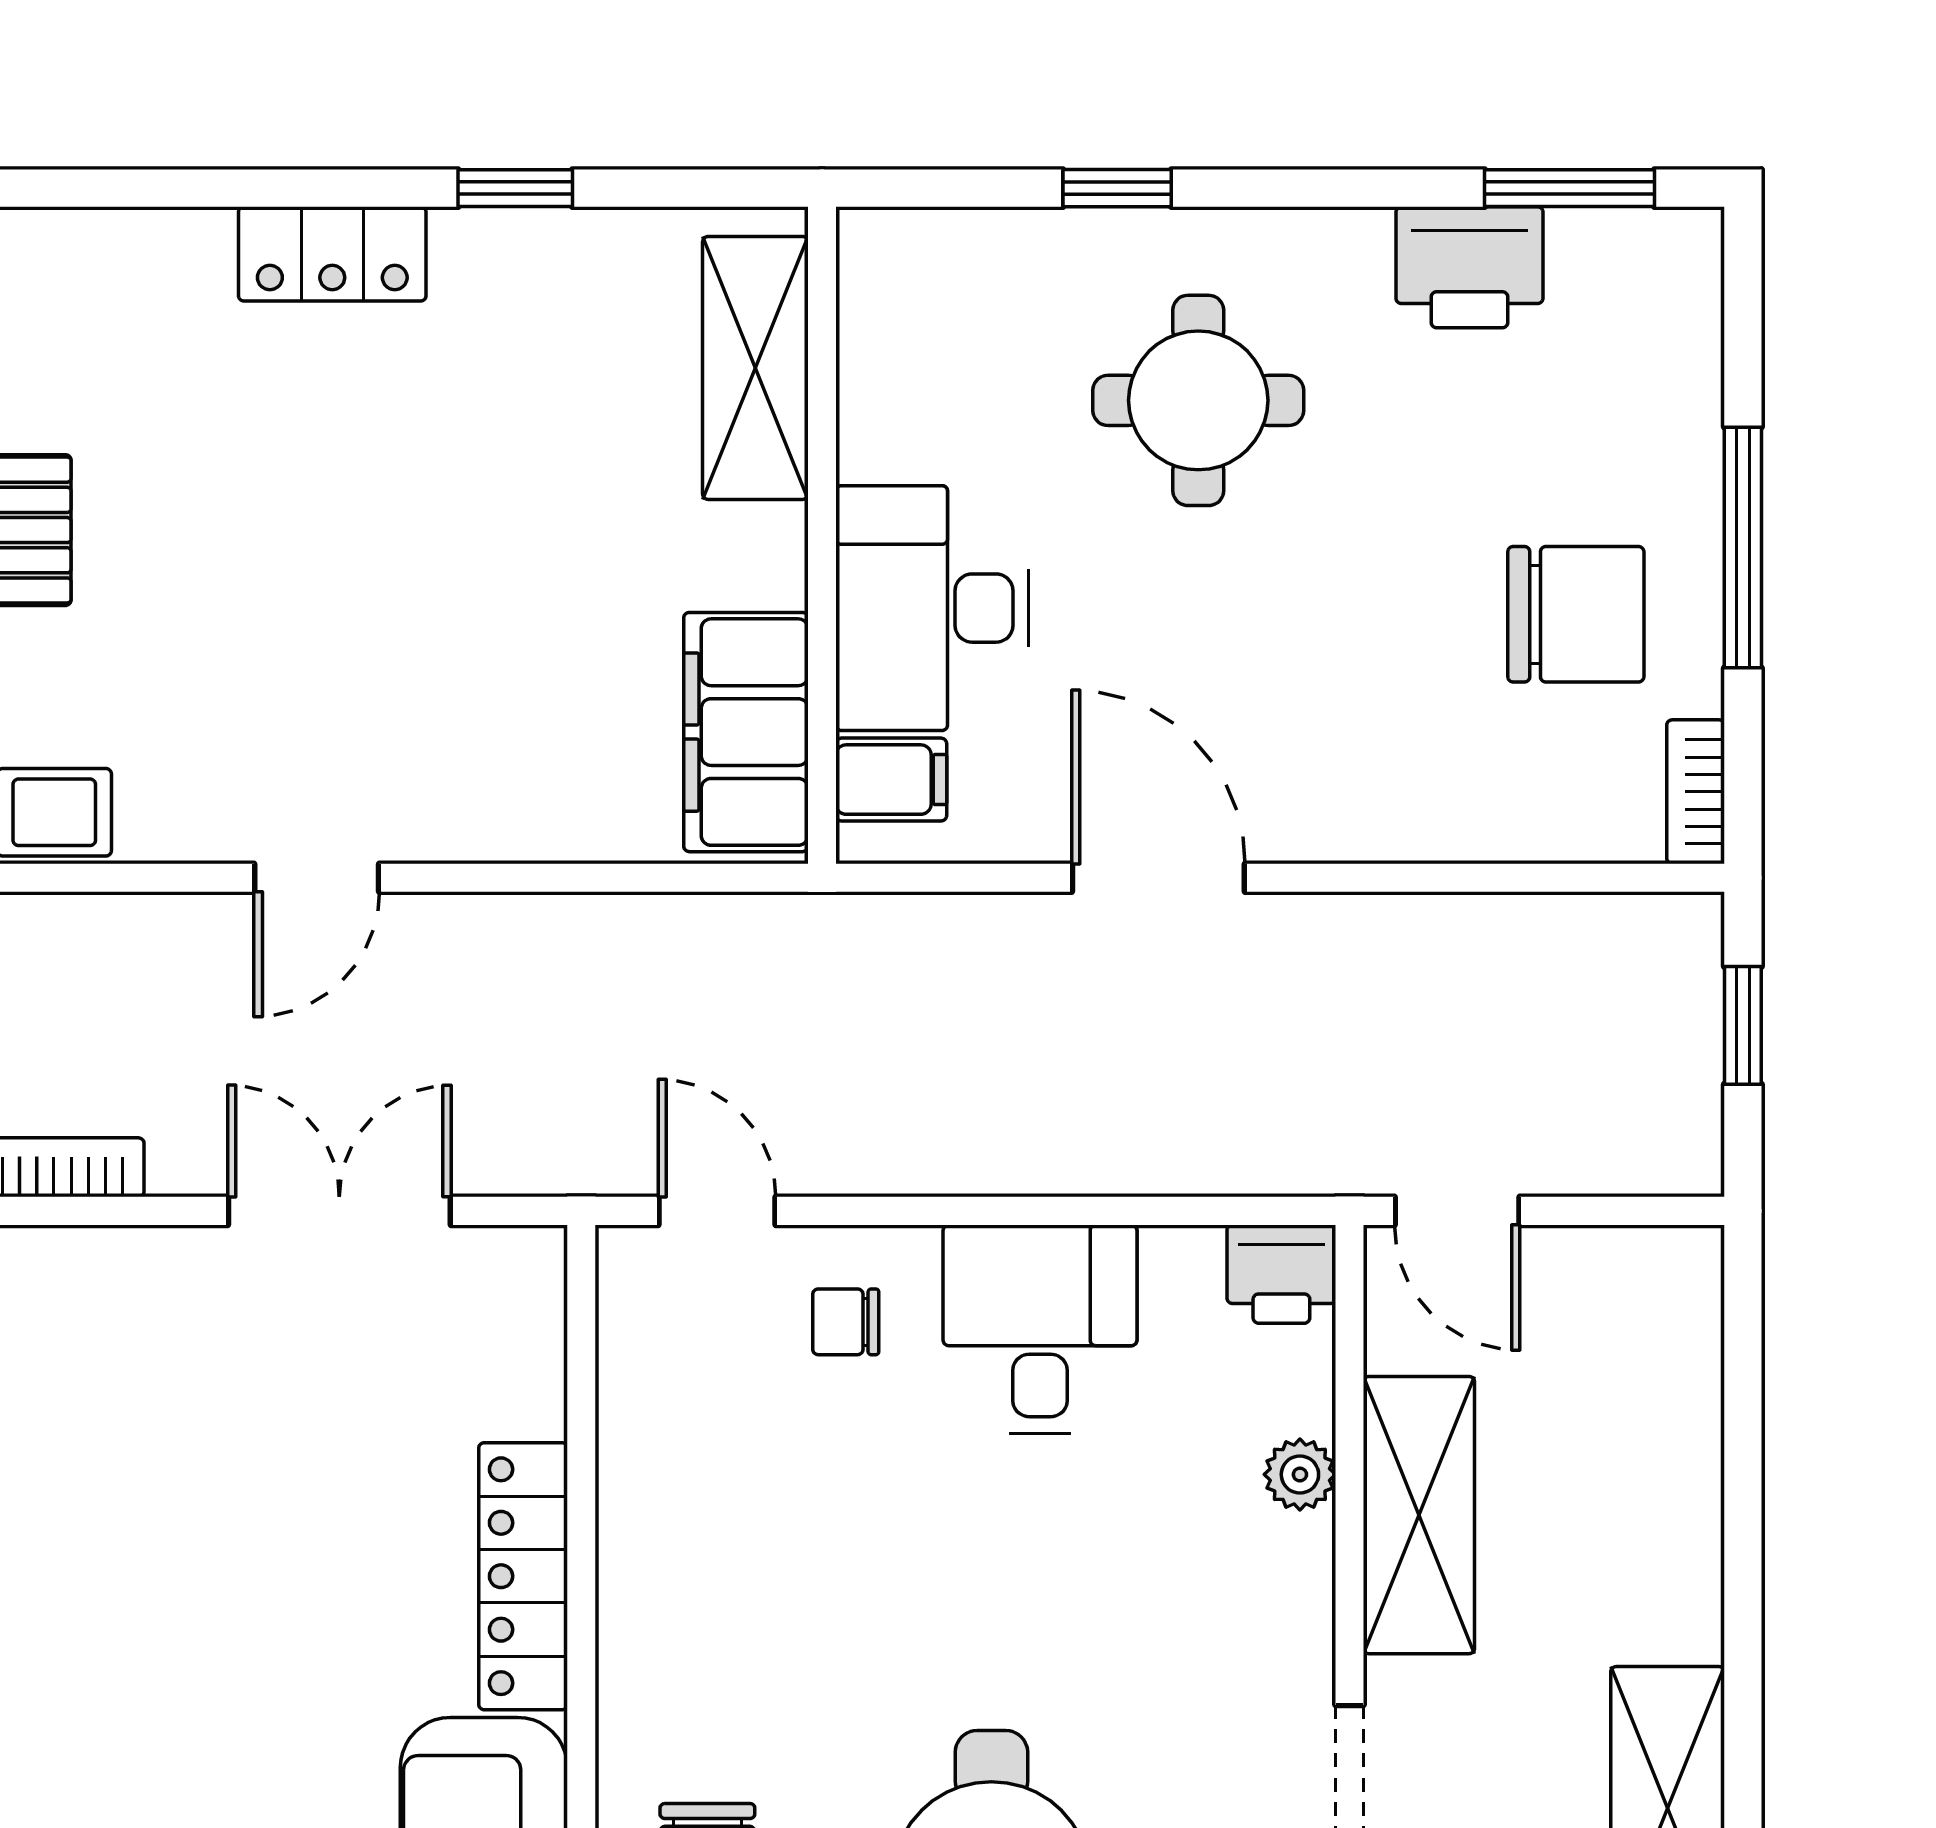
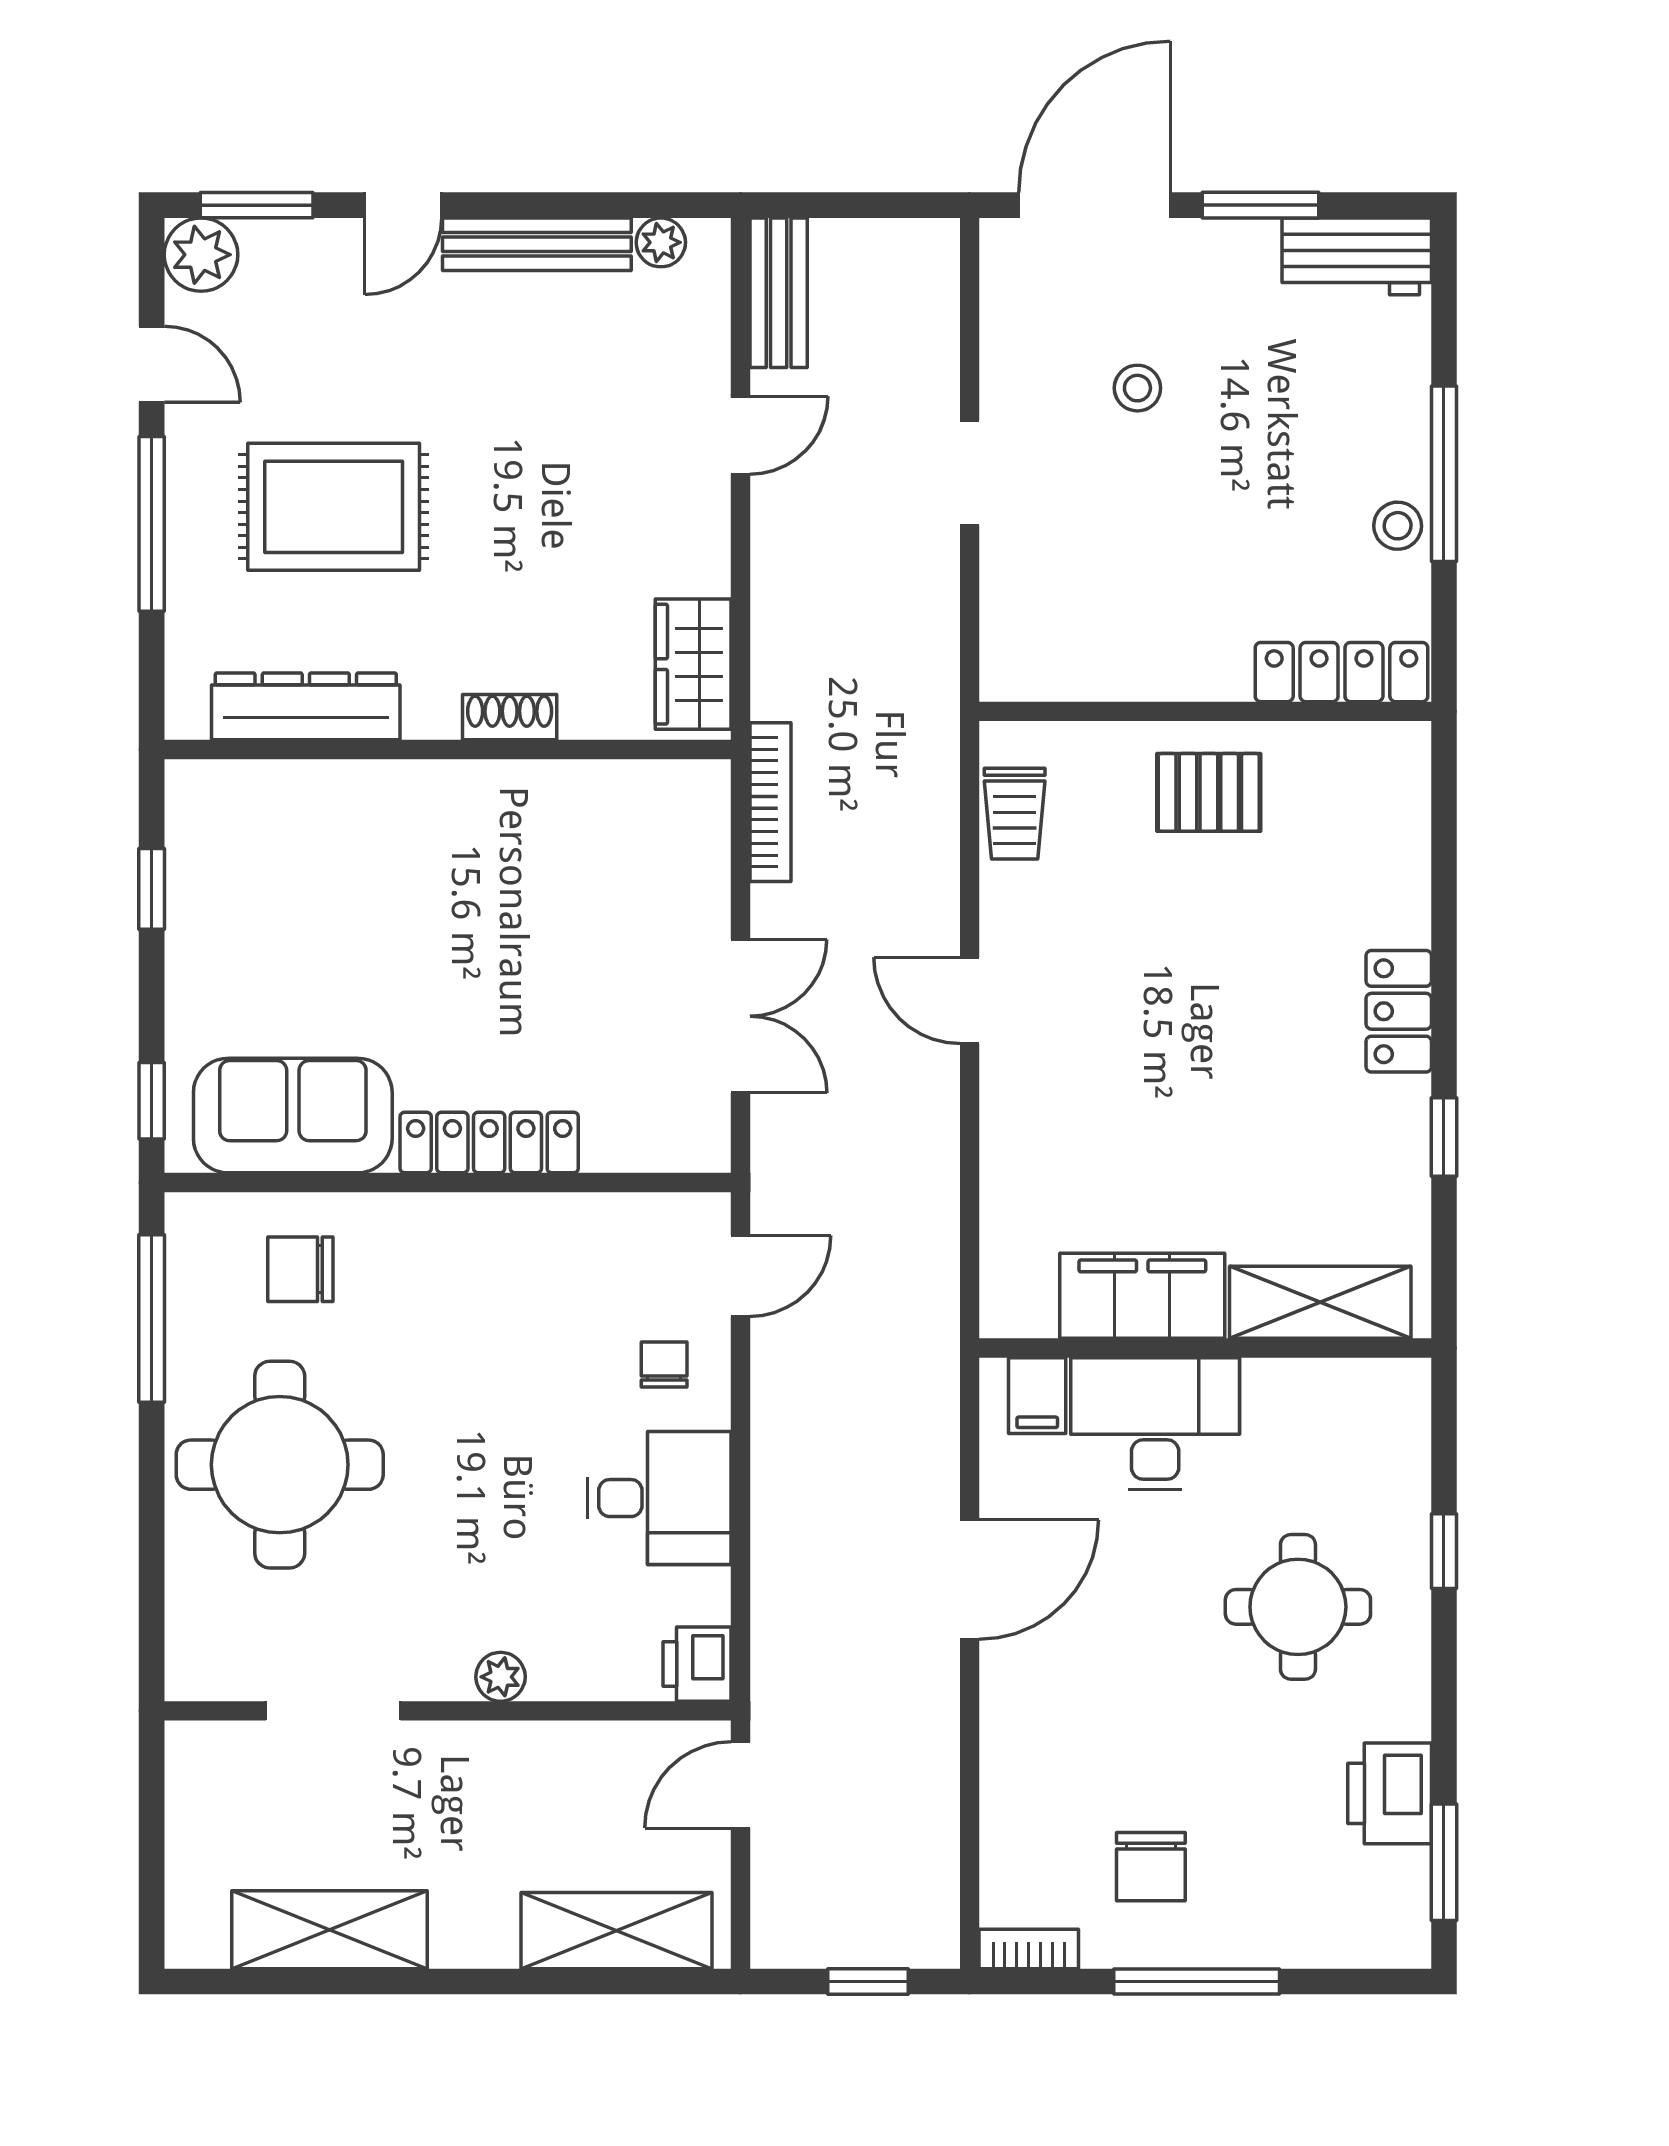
chair: (1576, 614) -> (1151, 1867), width x0.73, depth x0.73
filing cabinet: (746, 732) -> (1142, 1296), moved
plant: (1300, 1474) -> (501, 1677), moved
shelving: (1419, 1515) -> (617, 1931), moved

